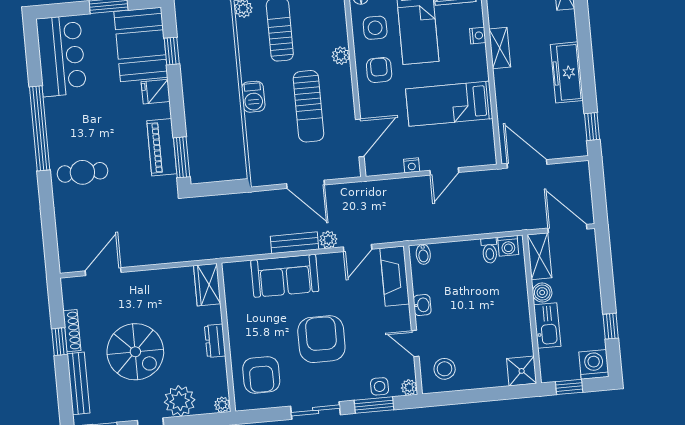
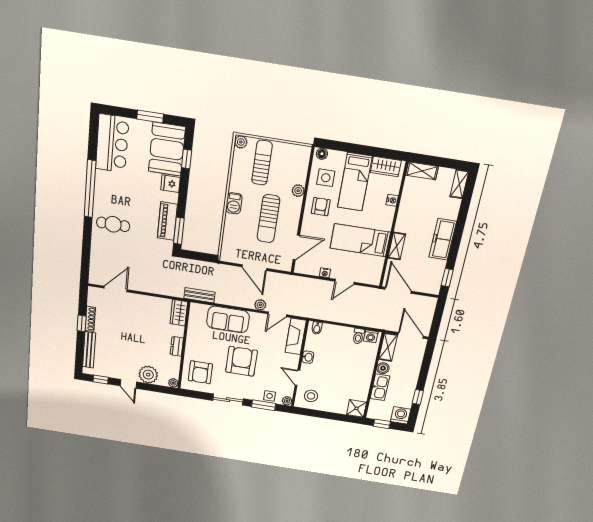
shelving: (500, 48) -> (397, 246), moved
bench: (294, 243) -> (199, 295), moved
spiral stairs: (135, 352) -> (127, 341), removed

